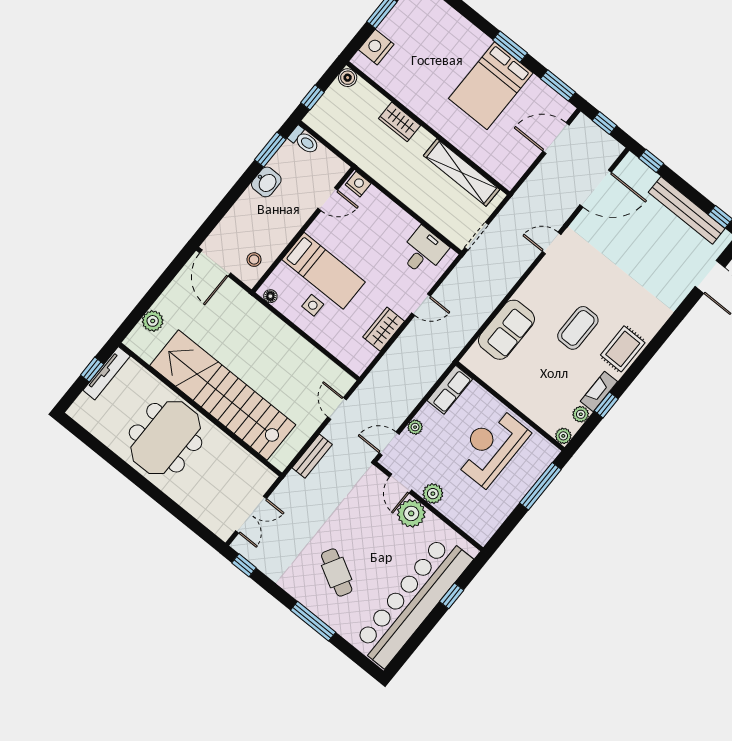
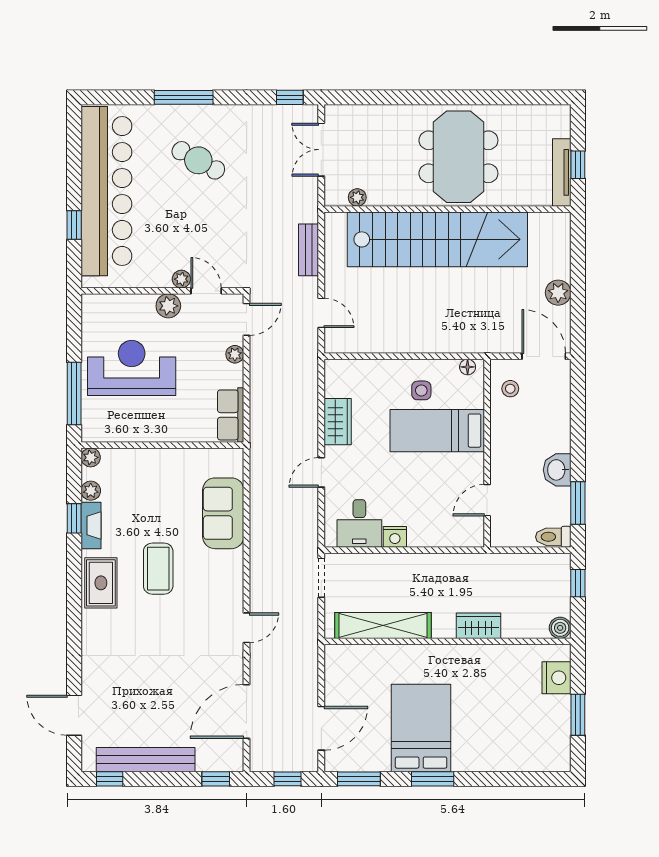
nightstand: (358, 184) -> (395, 537), moved
plant: (153, 321) -> (558, 293), moved
reception desk: (491, 447) -> (132, 368), moved, turned -90
plant: (253, 465) -> (357, 197), added
plant: (411, 513) -> (181, 279), width x0.53, depth x0.53

